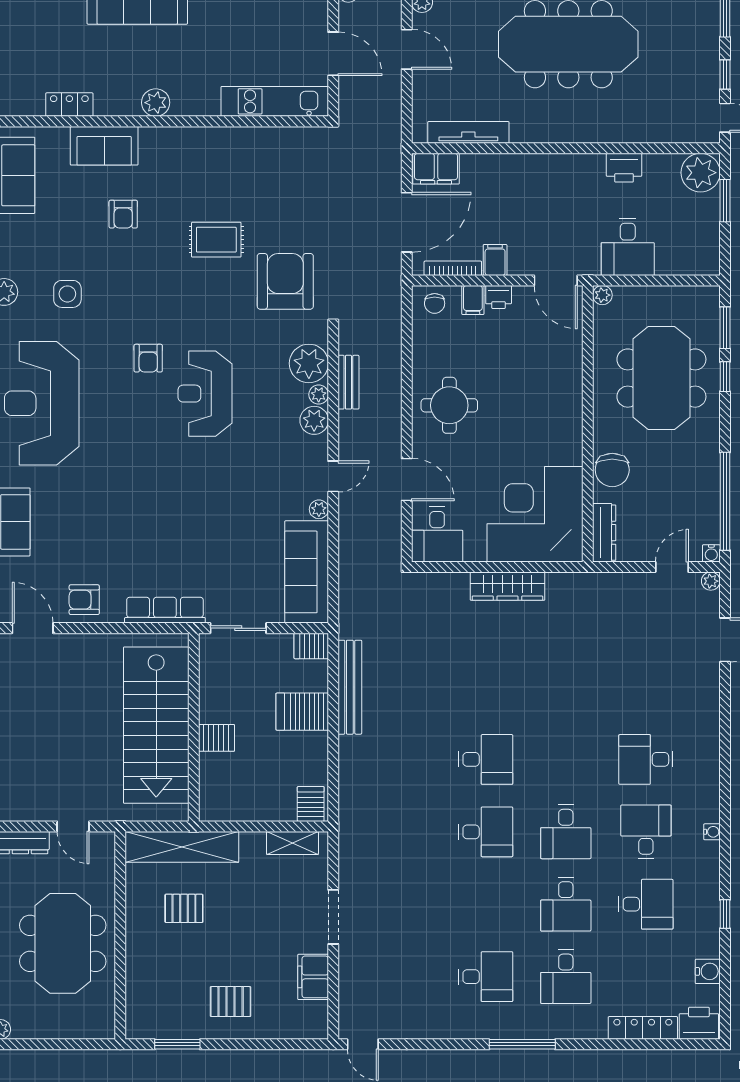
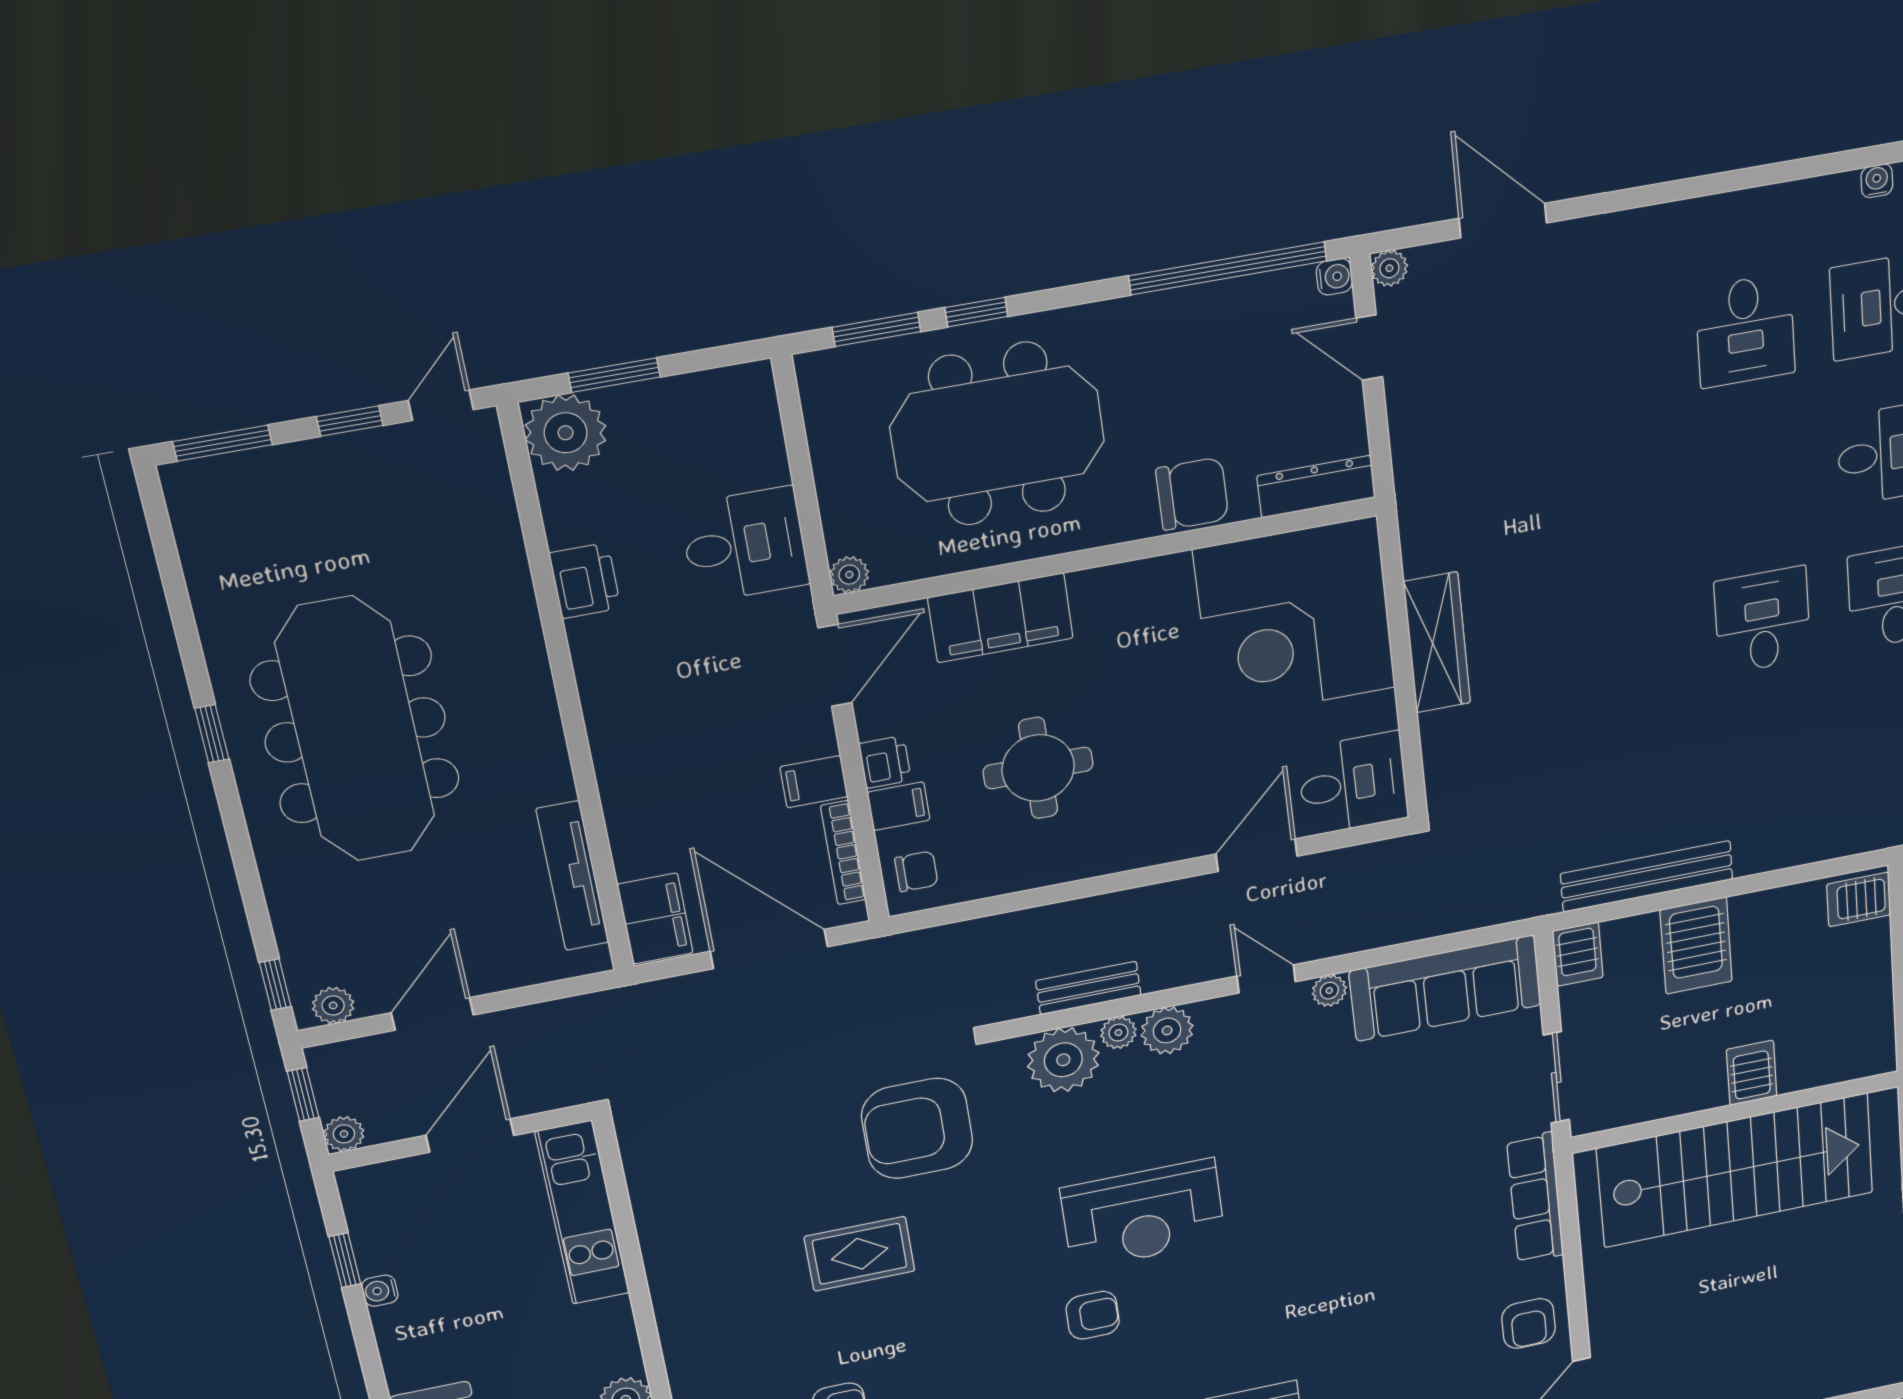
rug: (216, 240) -> (860, 1254), turned 90
filing cabinet: (565, 366) -> (1001, 618), added
round table: (449, 405) -> (1038, 768), moved

